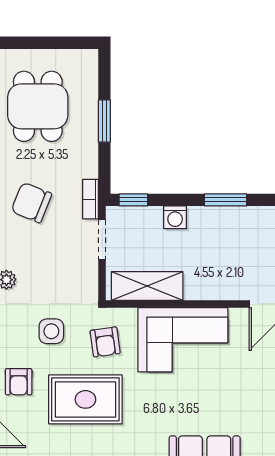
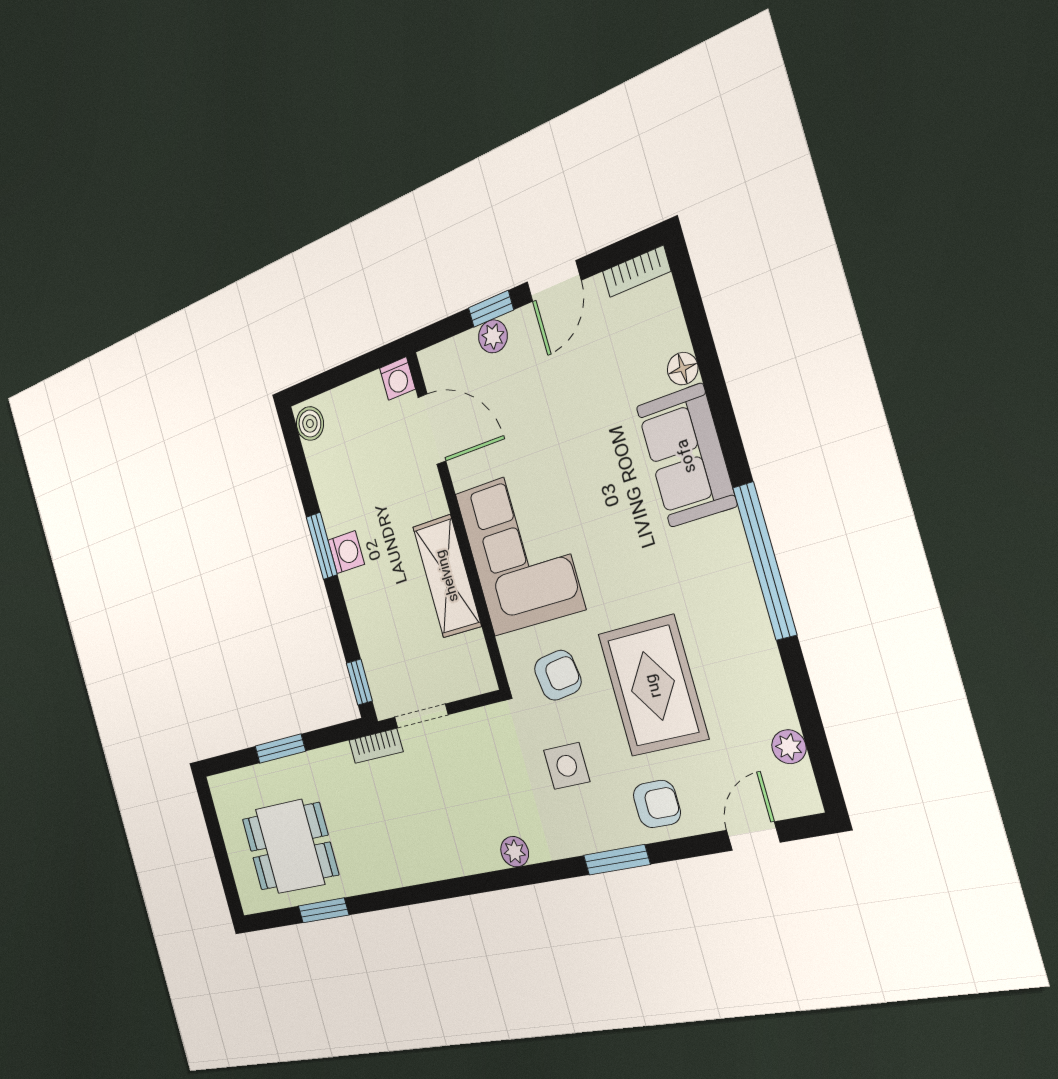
chair: (31, 203) -> (404, 833), removed
washing machine: (175, 217) -> (346, 552), moved
shelving: (147, 286) -> (447, 576), moved

